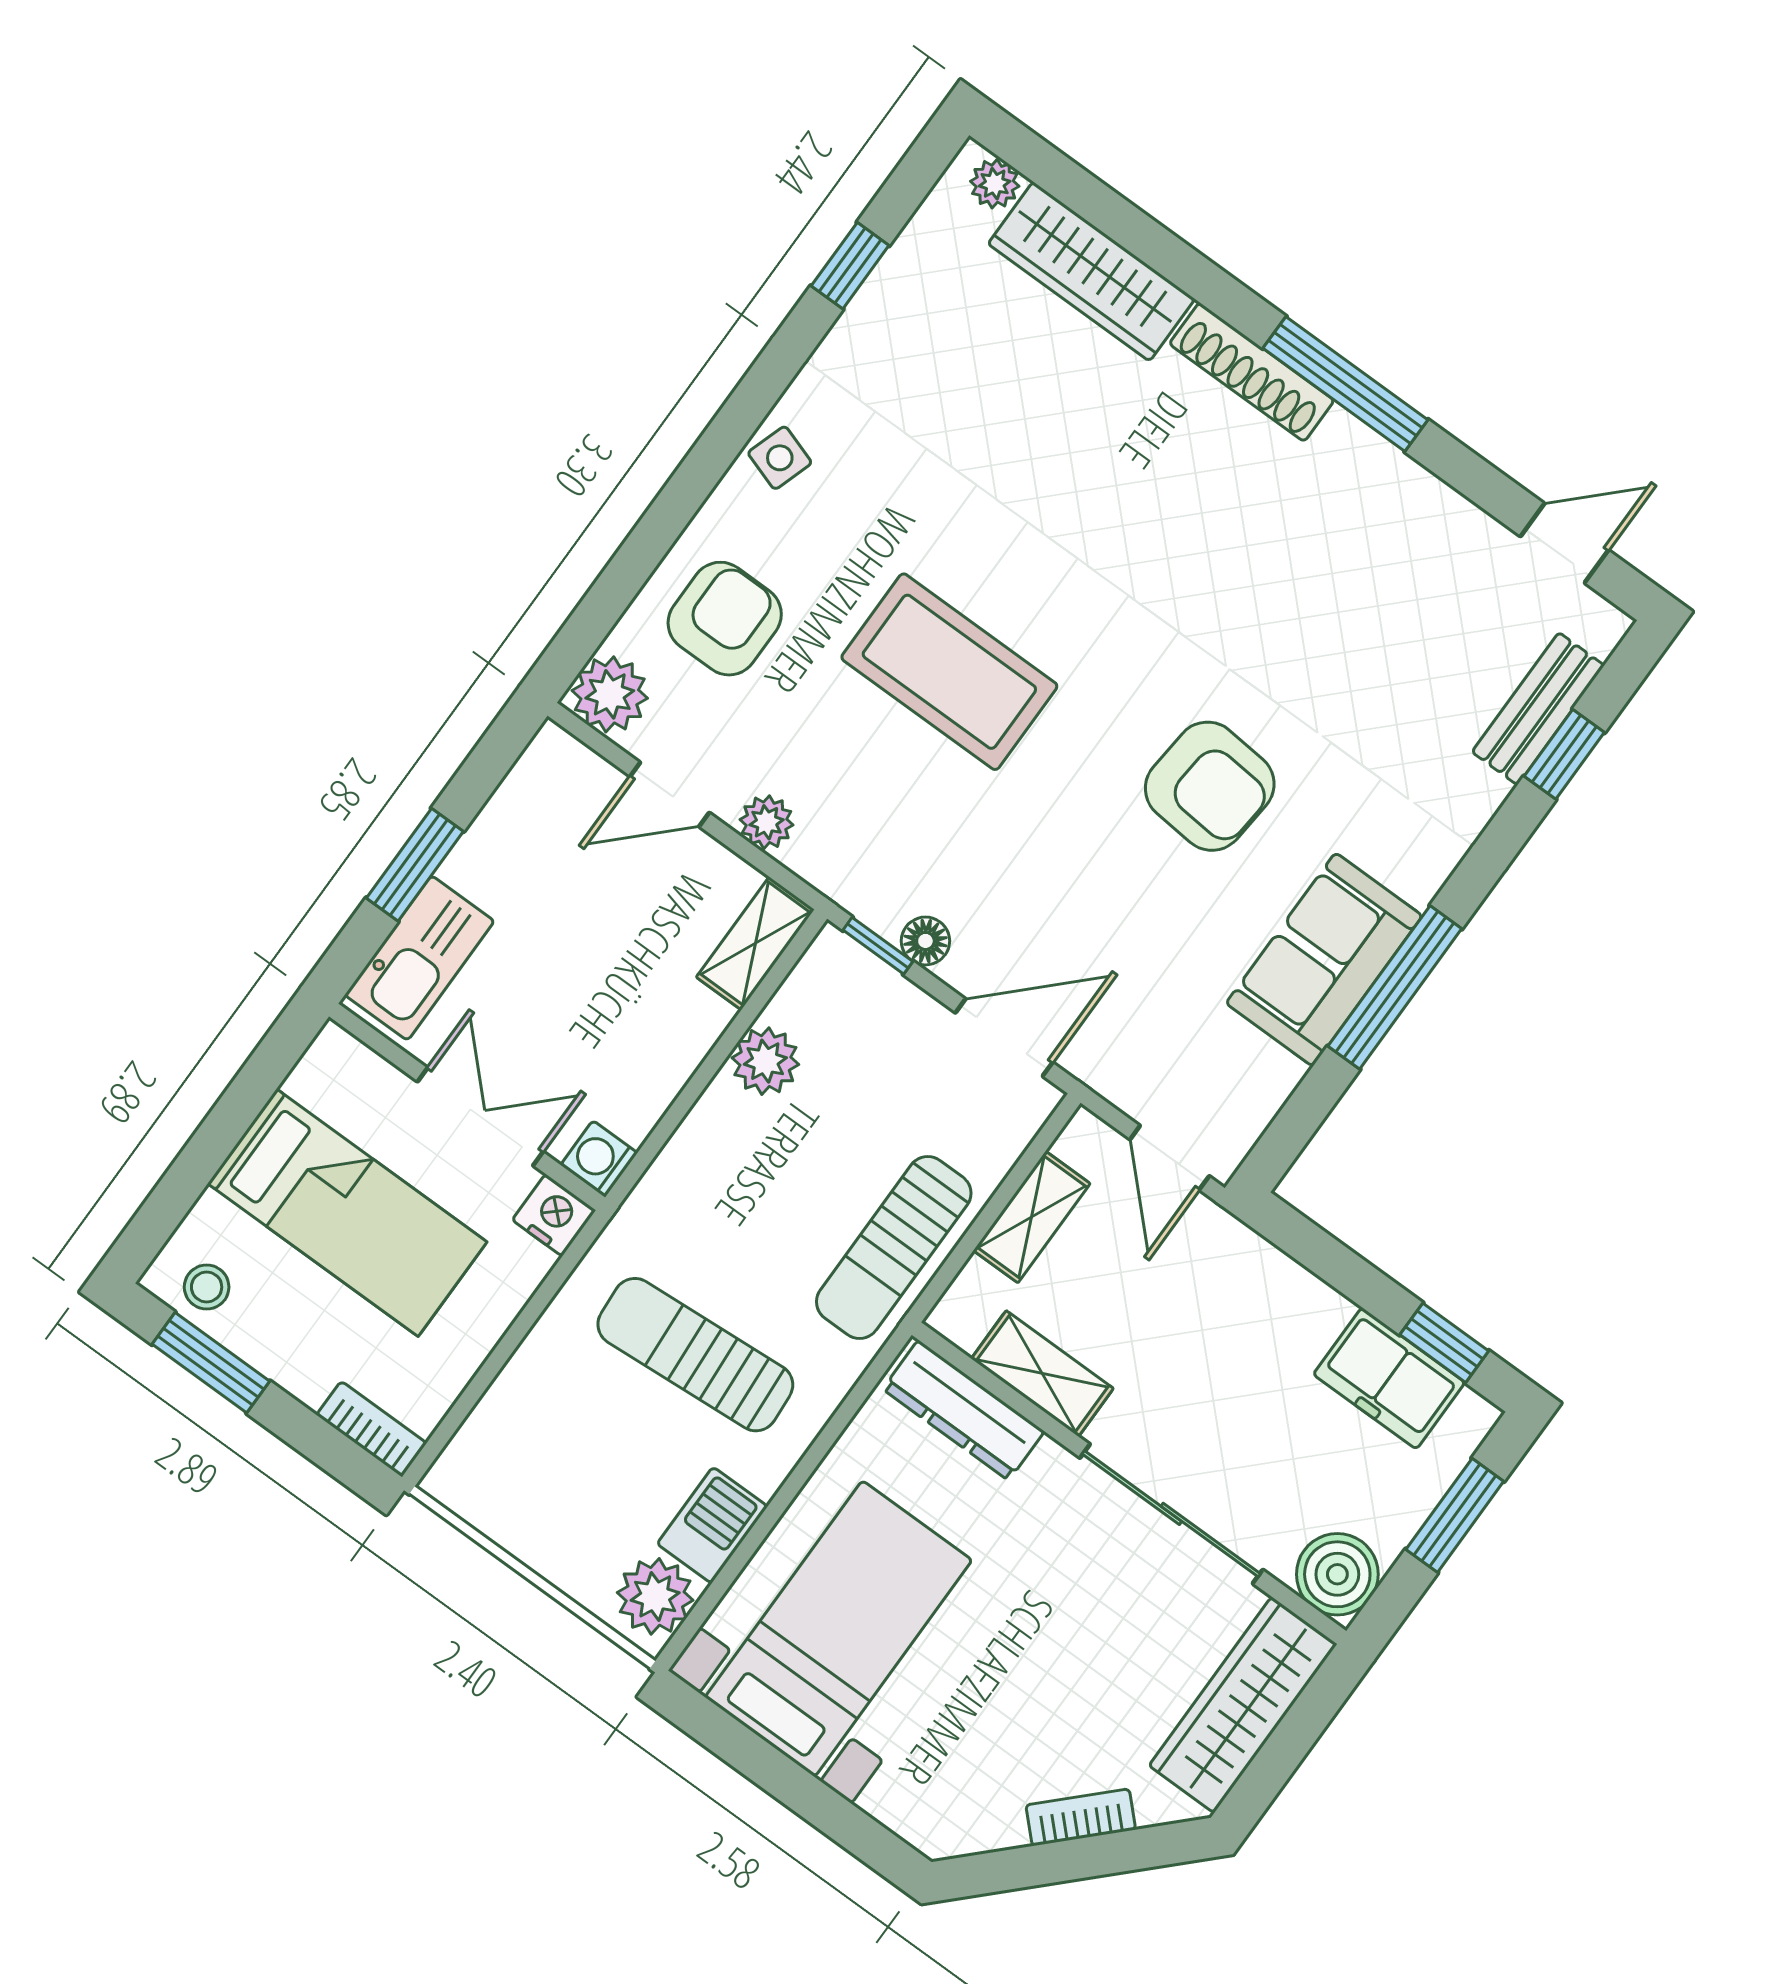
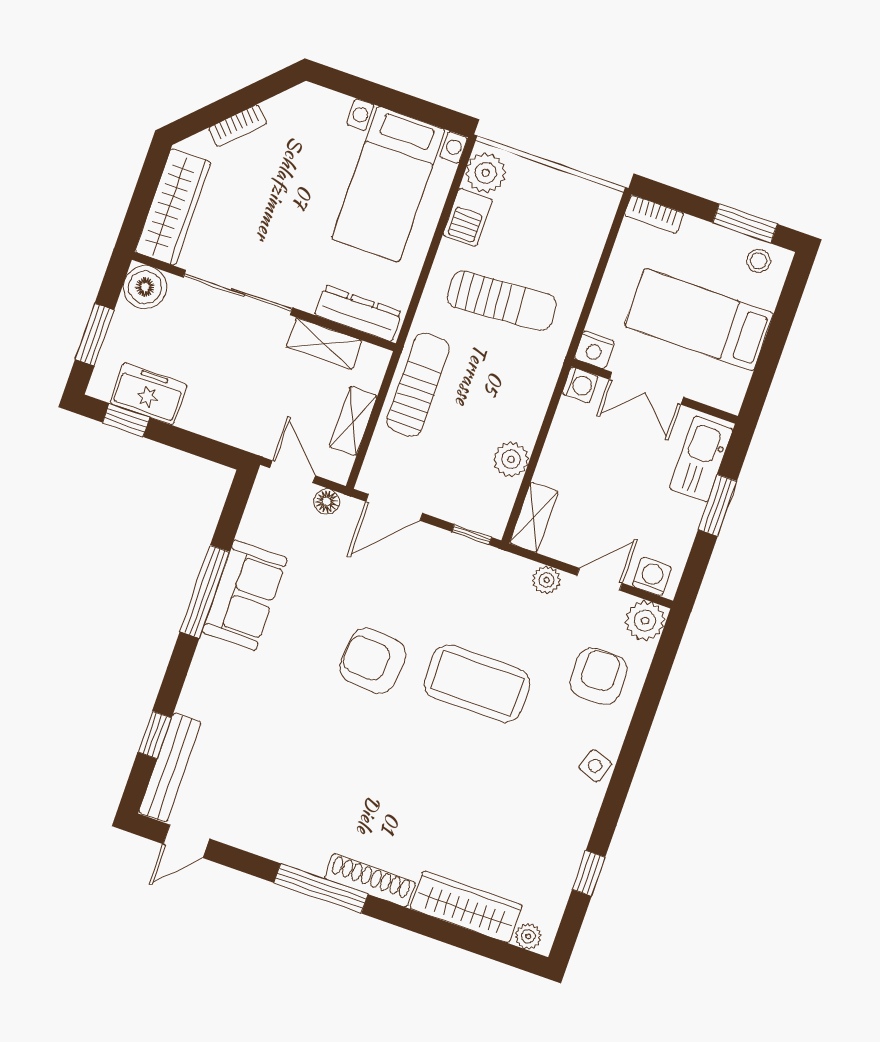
armchair: (725, 619) -> (598, 676), turned 180
bench: (1538, 709) -> (170, 767), width x1.36
washing machine: (573, 771) -> (652, 576), added
armchair: (1210, 786) -> (373, 661), moved
floor lamp: (925, 941) -> (327, 501), moved

